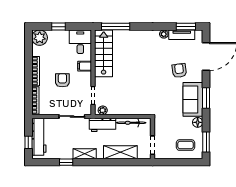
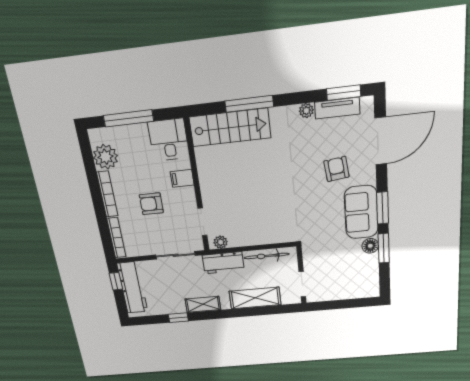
window: (58, 27) -> (128, 118), width x2.17
window: (116, 27) -> (249, 104), moved
plant: (40, 38) -> (105, 157), moved
stairs: (104, 53) -> (230, 127), moved, turned 90
armchair: (62, 80) -> (151, 204), turned -90
window: (28, 142) -> (116, 281), moved
window: (206, 142) -> (384, 248), moved
coffee table: (186, 145) -> (353, 280), removed

